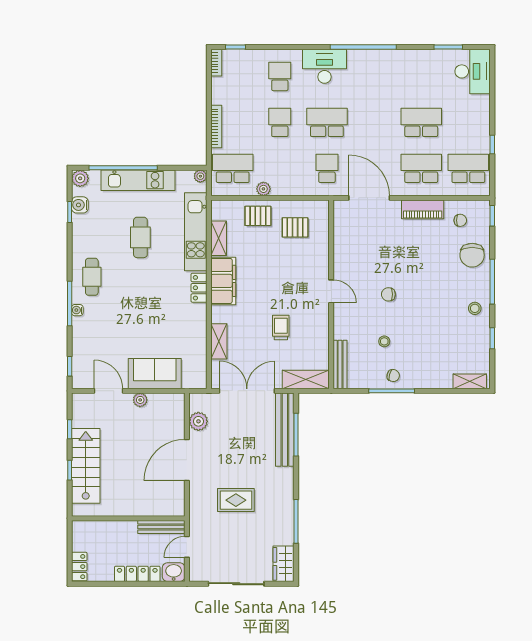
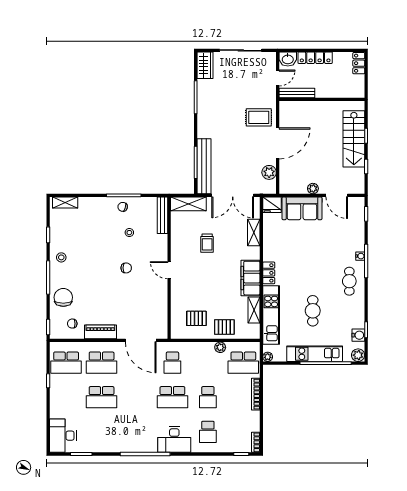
fridge: (195, 378) -> (272, 205), added
rug: (236, 500) -> (259, 117), moved

